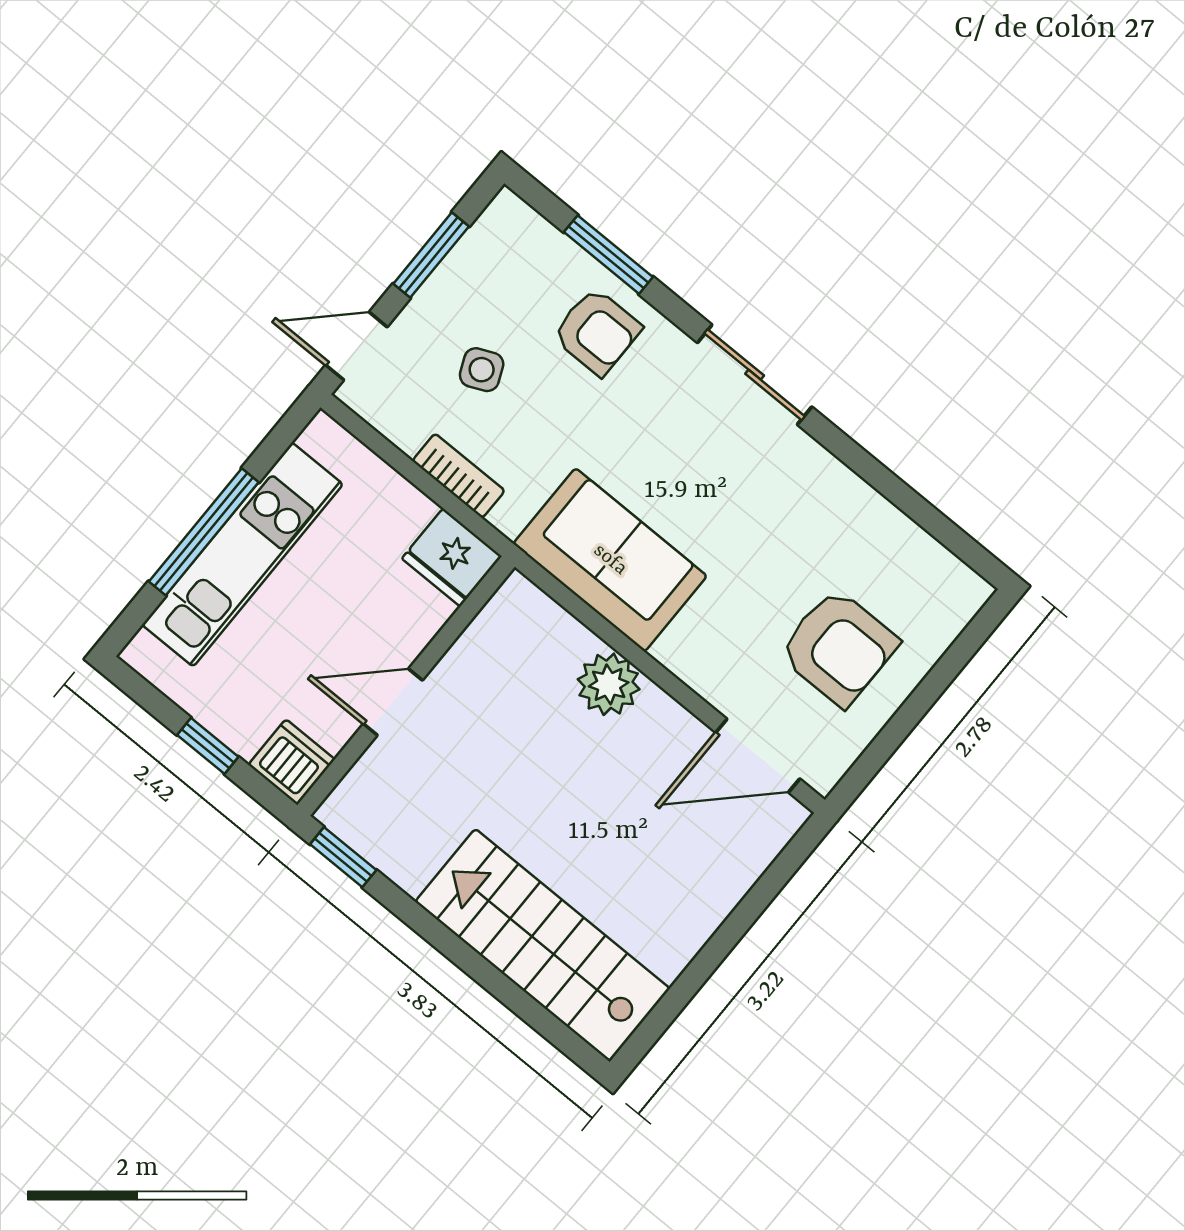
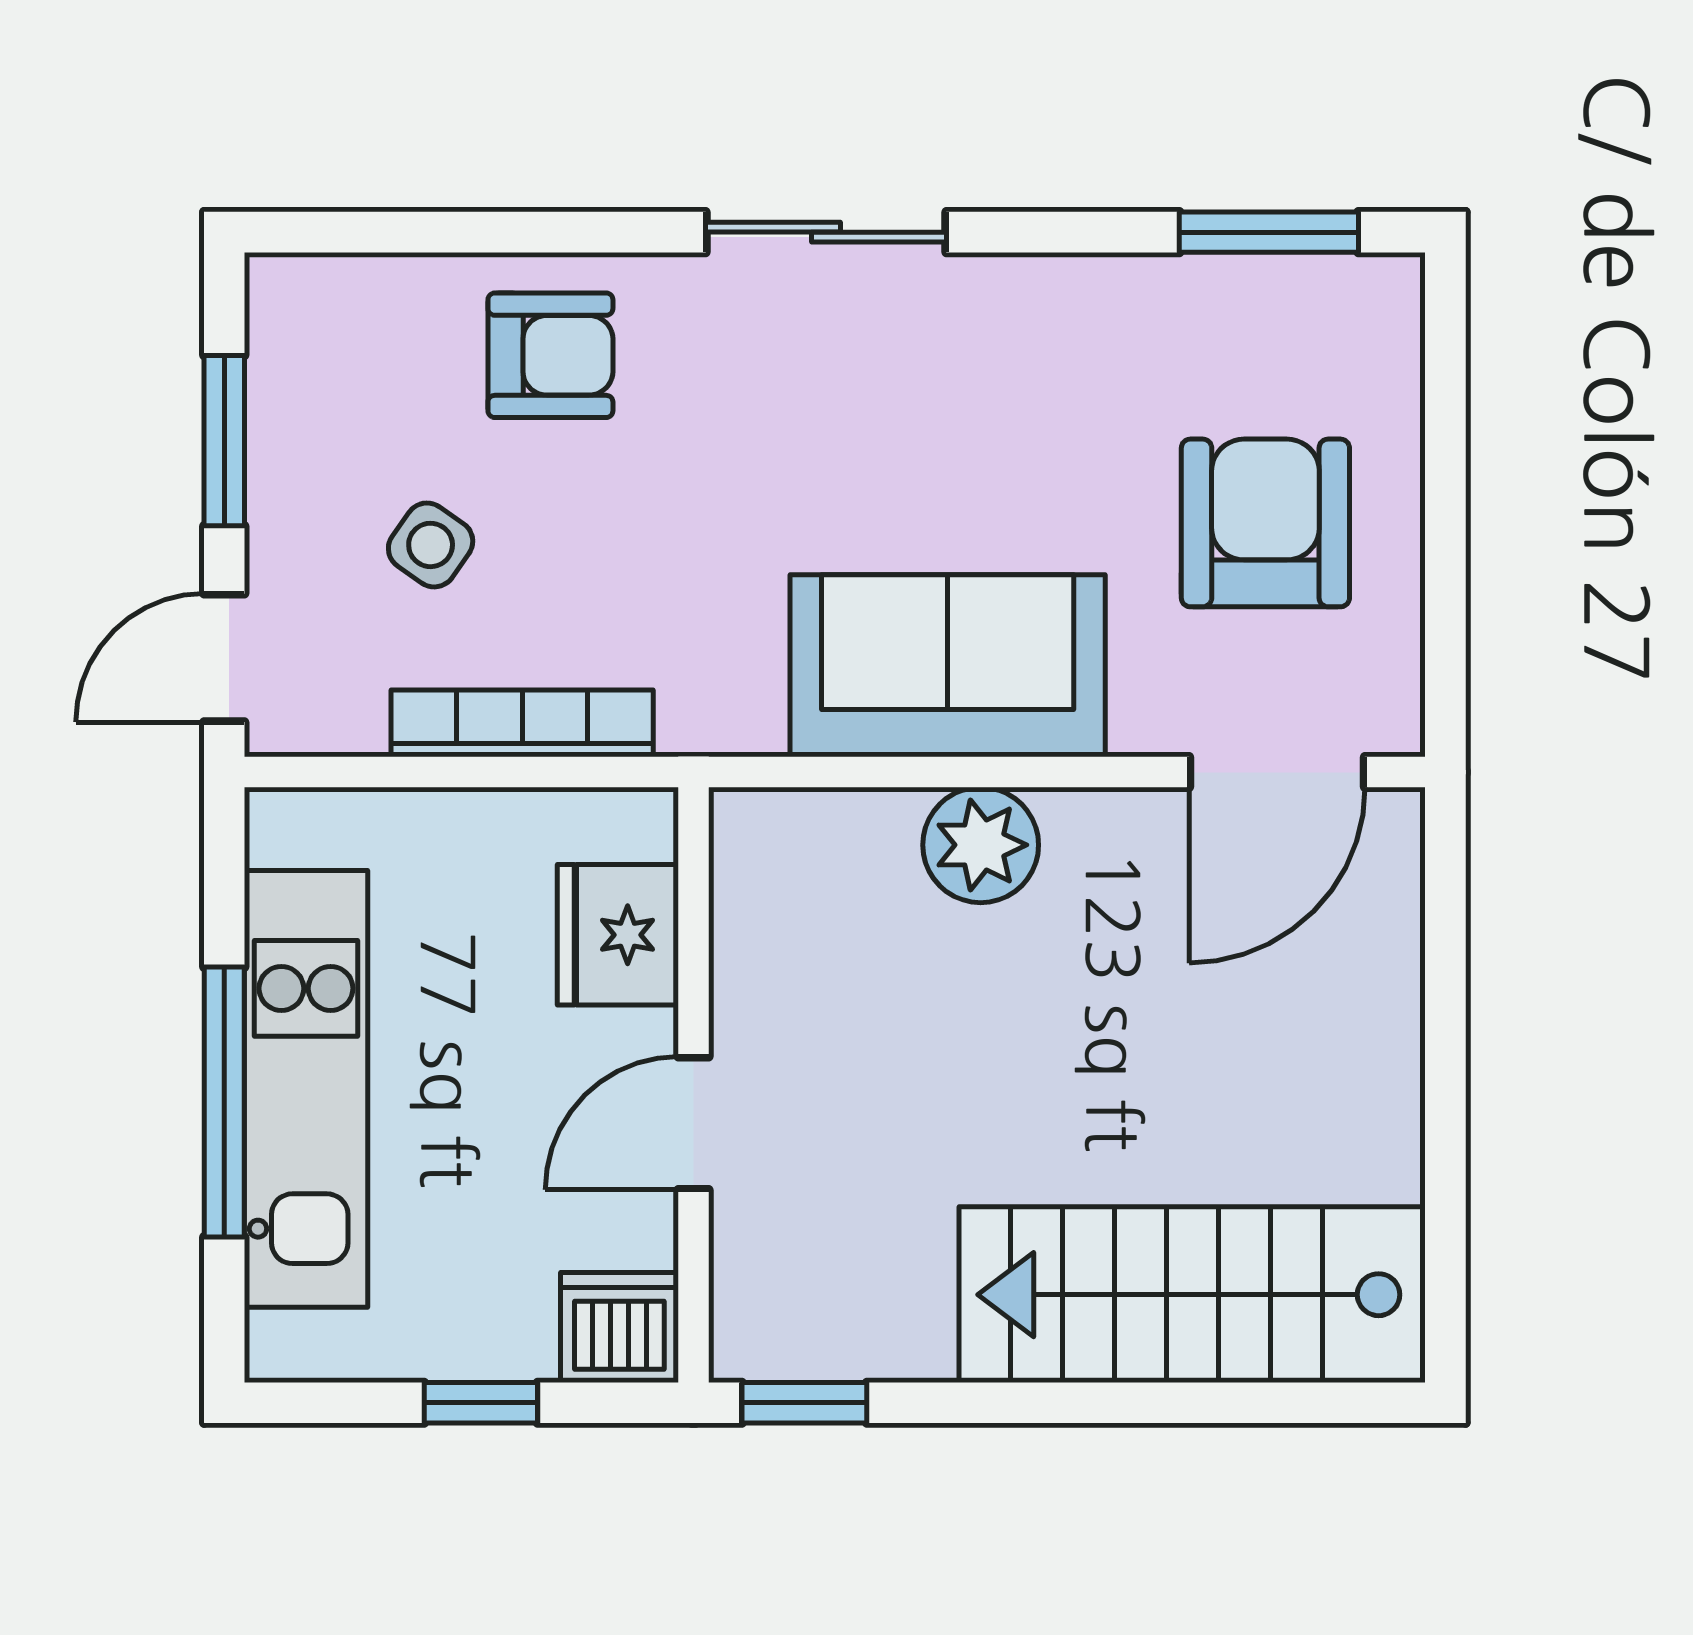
window: (608, 255) -> (1269, 232), moved
side table: (482, 370) -> (431, 545), turned -31
bookcase: (459, 476) -> (522, 723), width x1.56
fridge: (452, 557) -> (618, 935), moved, turned 90
sofa: (610, 560) -> (948, 666), moved
armchair: (839, 647) -> (1265, 523), turned -90

